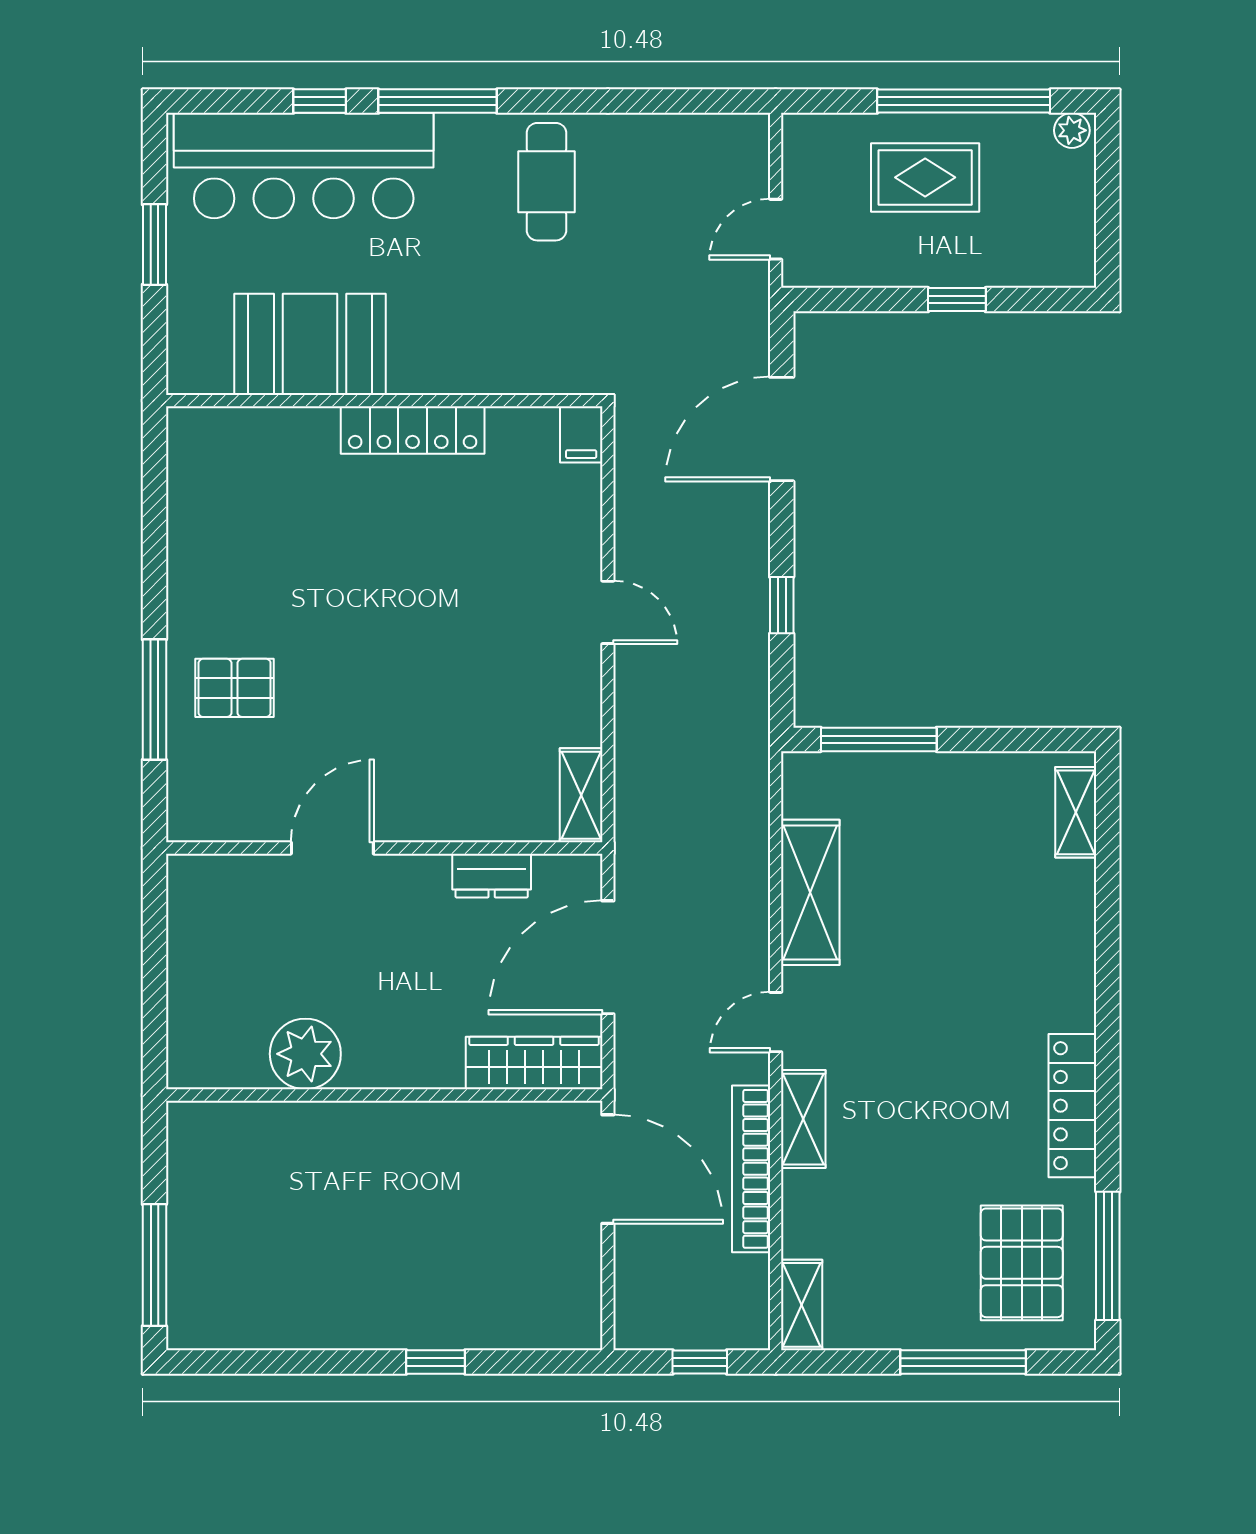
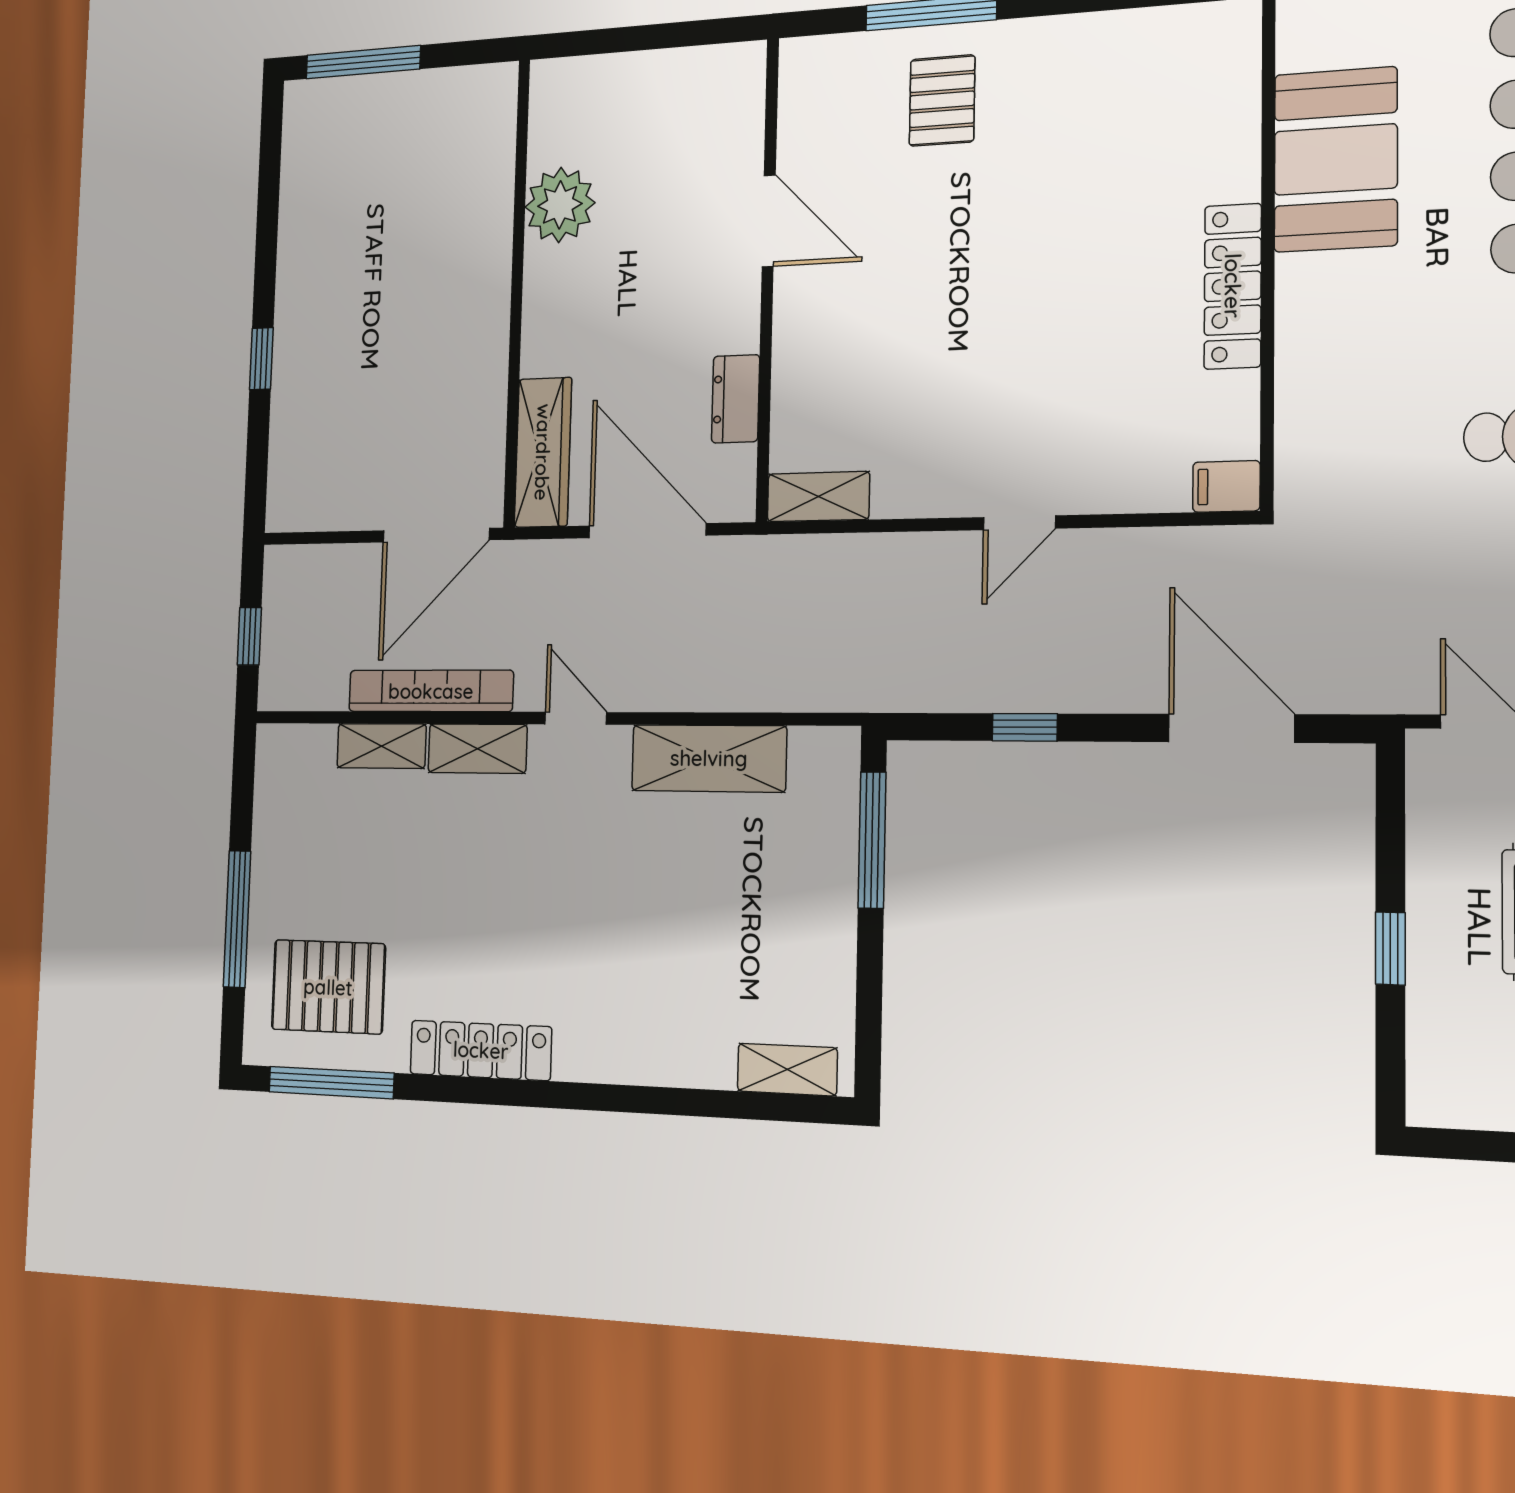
shelving: (802, 1305) -> (381, 746), moved

